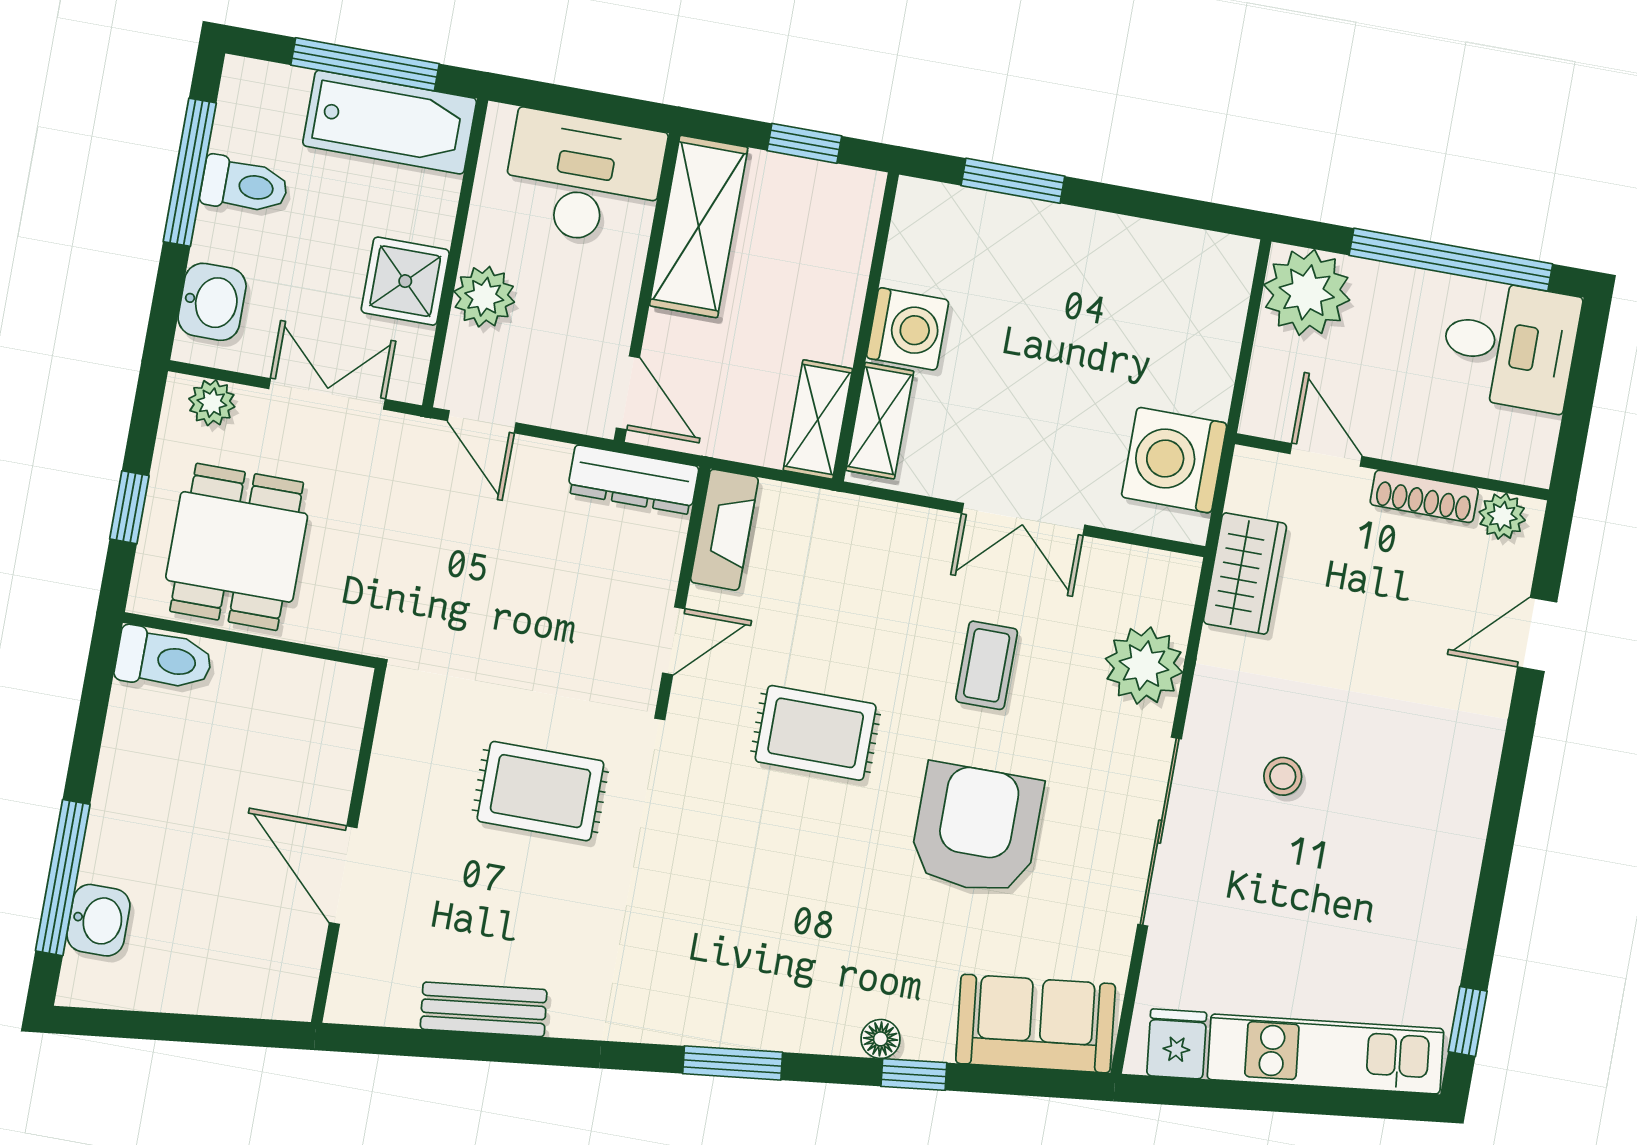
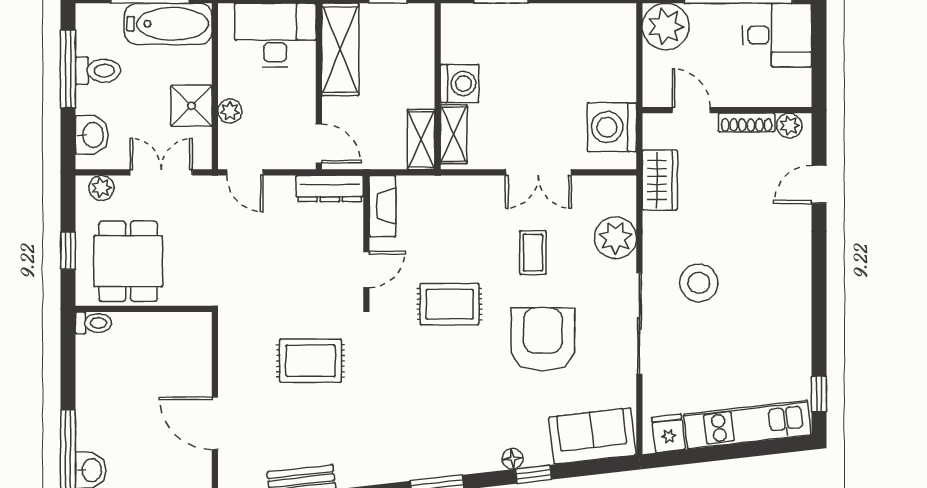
plant: (484, 297) -> (230, 111), width x0.73, depth x0.73
toilet: (164, 659) -> (93, 323), width x0.73, depth x0.72
stool: (1283, 776) -> (699, 283), width x1.89, depth x1.89

